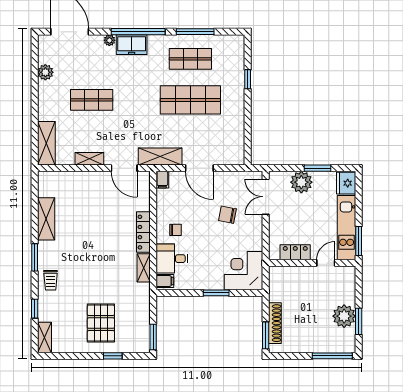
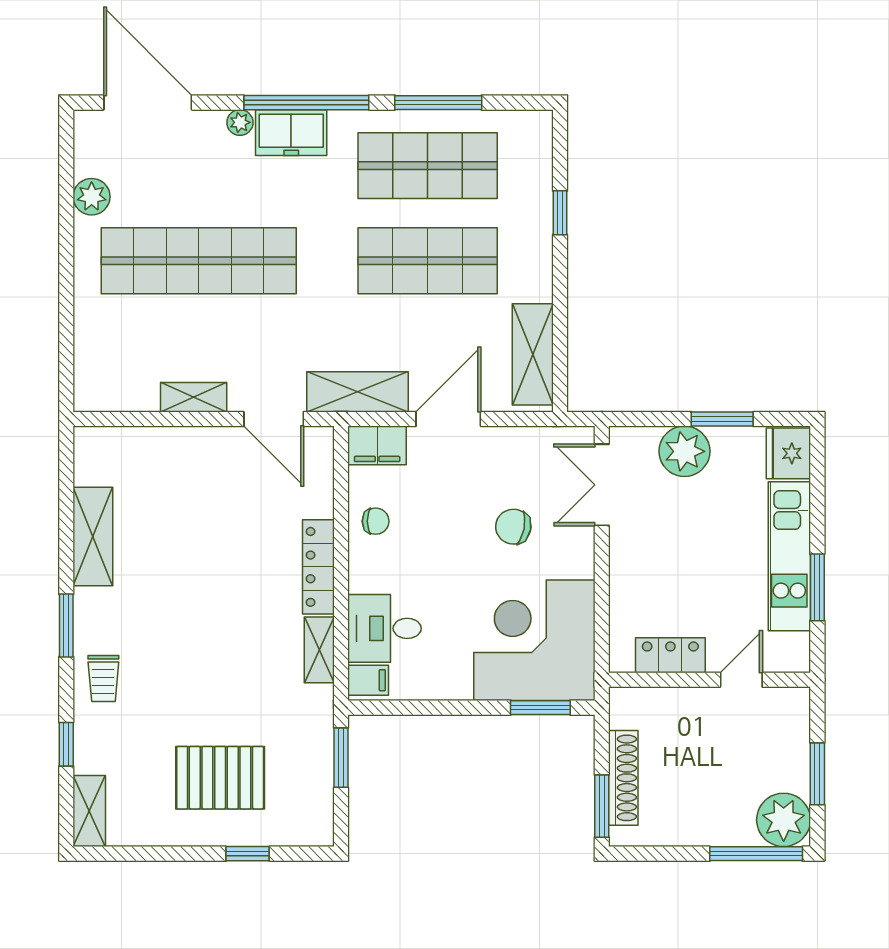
shop shelf: (190, 59) -> (428, 166), width x1.43, depth x1.36
shop shelf: (92, 100) -> (199, 261), width x2.00, depth x1.36
shelving: (46, 143) -> (533, 354), moved
door: (199, 168) -> (448, 419), swing flipped
filing cabinet: (162, 180) -> (377, 445), width x2.00
chair: (176, 230) -> (376, 521), moved
locker: (295, 252) -> (670, 655), moved
wall: (312, 263) -> (710, 680), moved
door: (326, 263) -> (741, 680), moved
corner desk: (243, 271) -> (534, 640), width x1.36, depth x1.36
window: (216, 293) -> (540, 708), moved
plant: (344, 316) -> (784, 820), moved
pallet: (101, 323) -> (220, 778), turned 90
window: (153, 337) -> (341, 758), moved

